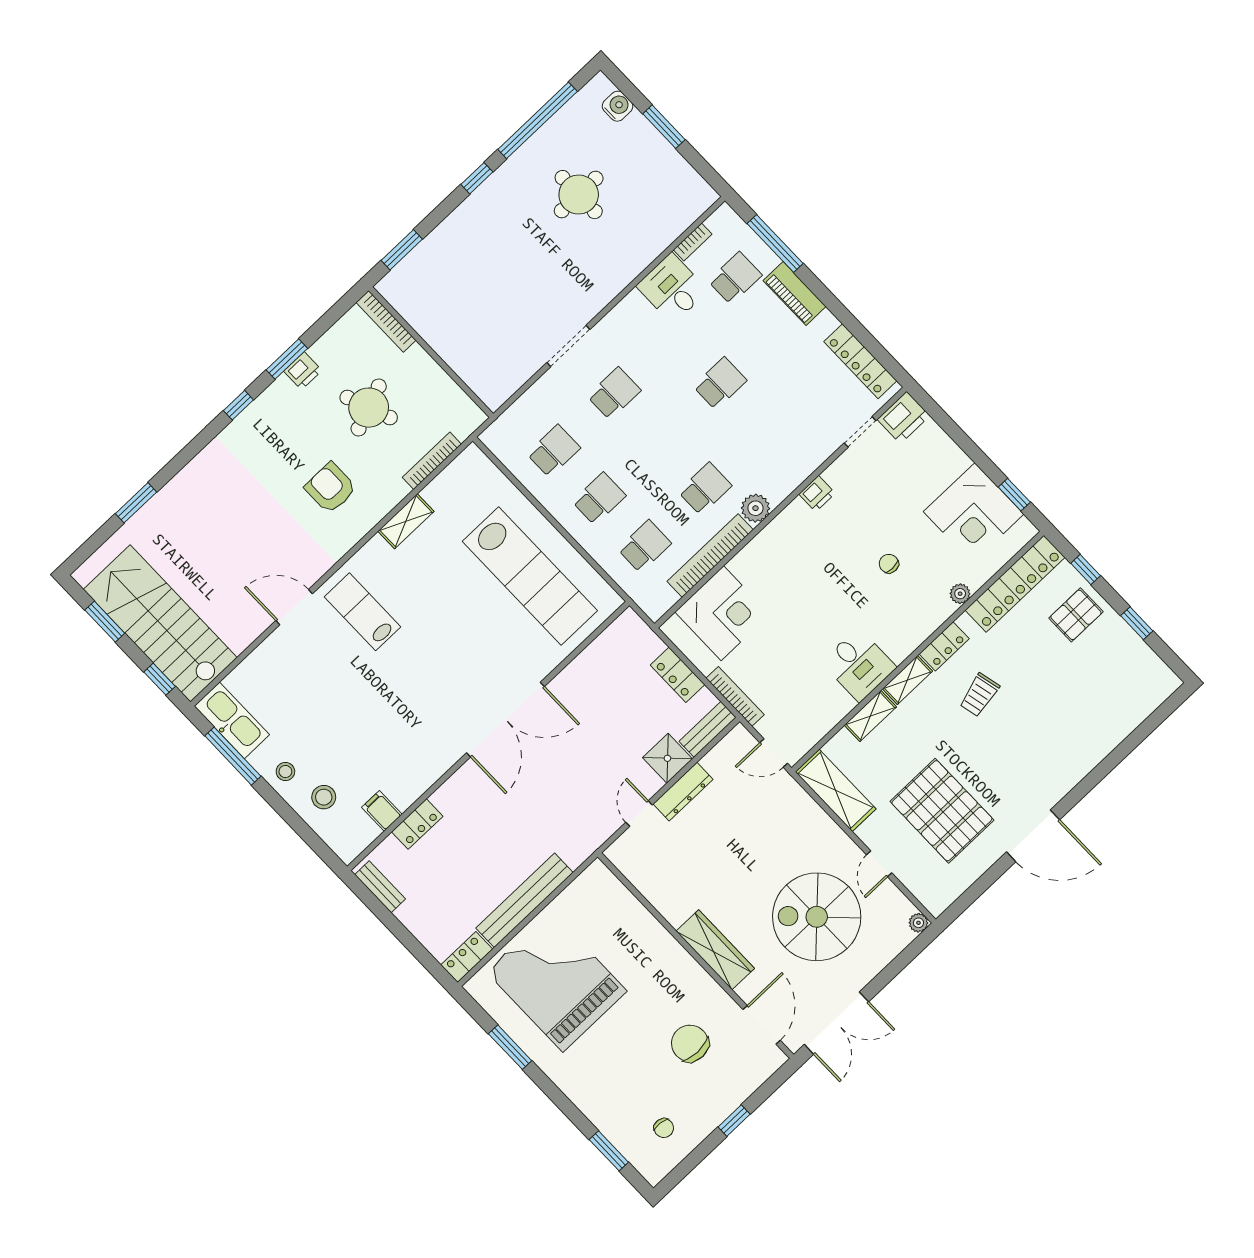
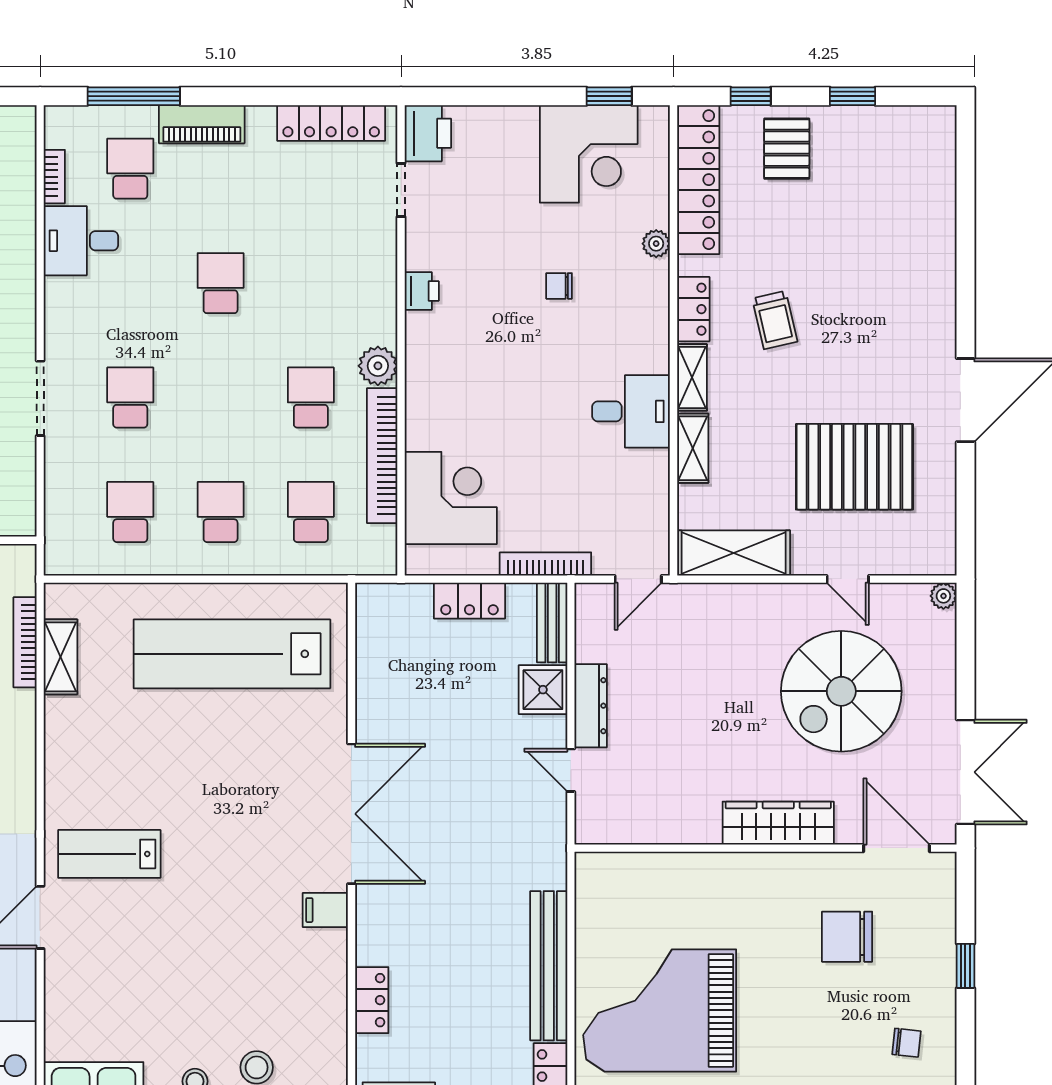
shelving: (406, 521) -> (60, 657), moved
lab bench: (530, 576) -> (232, 654), turned 180
filing cabinet: (382, 811) -> (325, 910), moved

